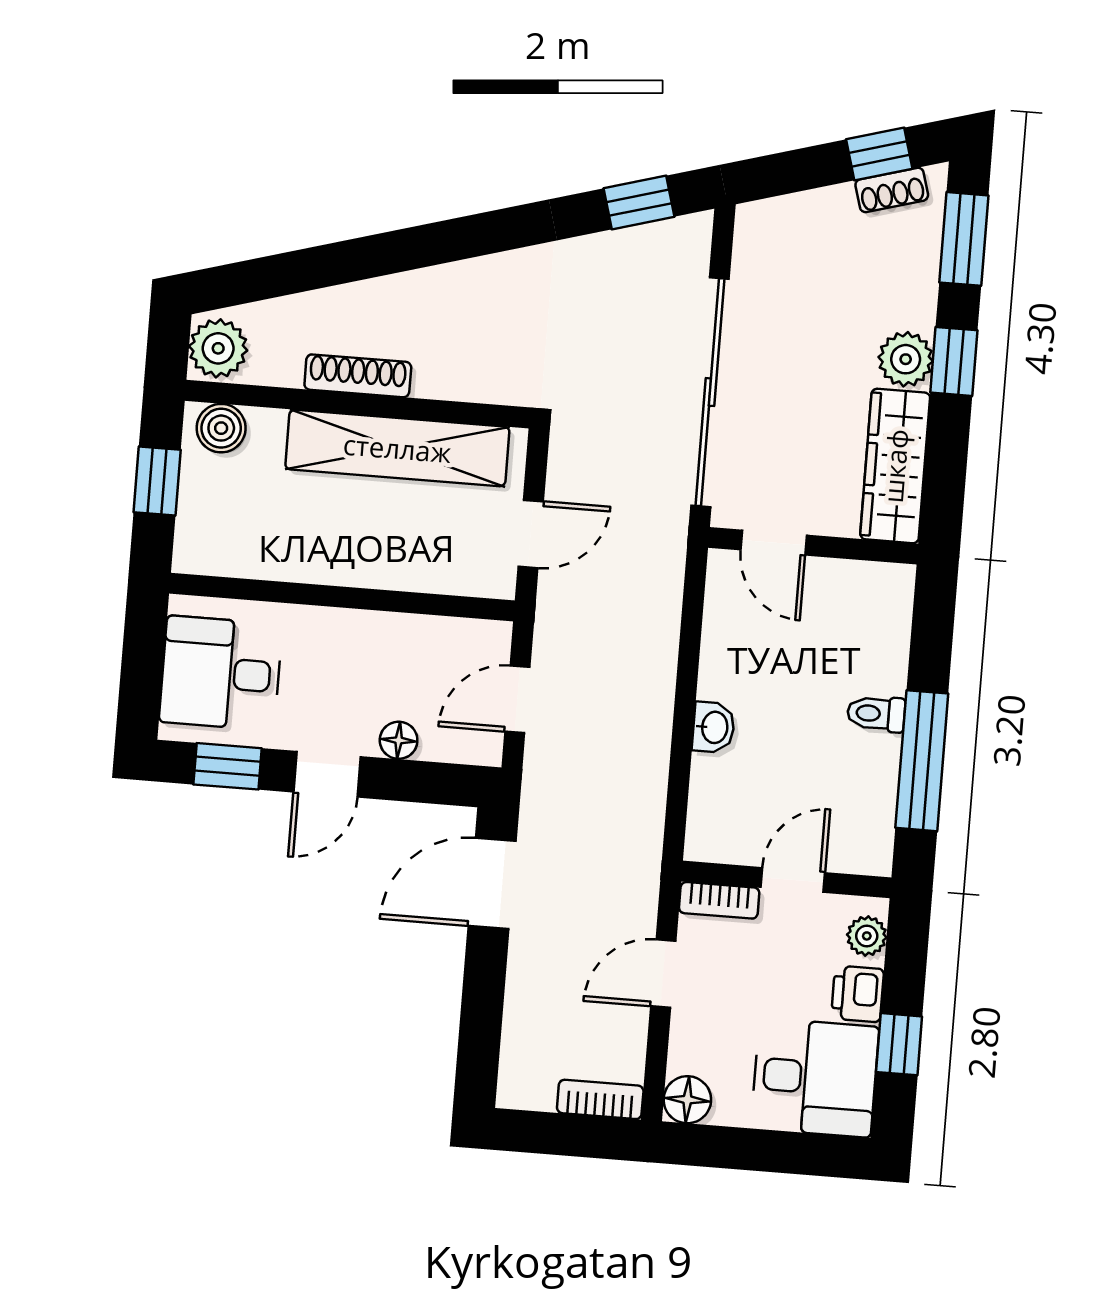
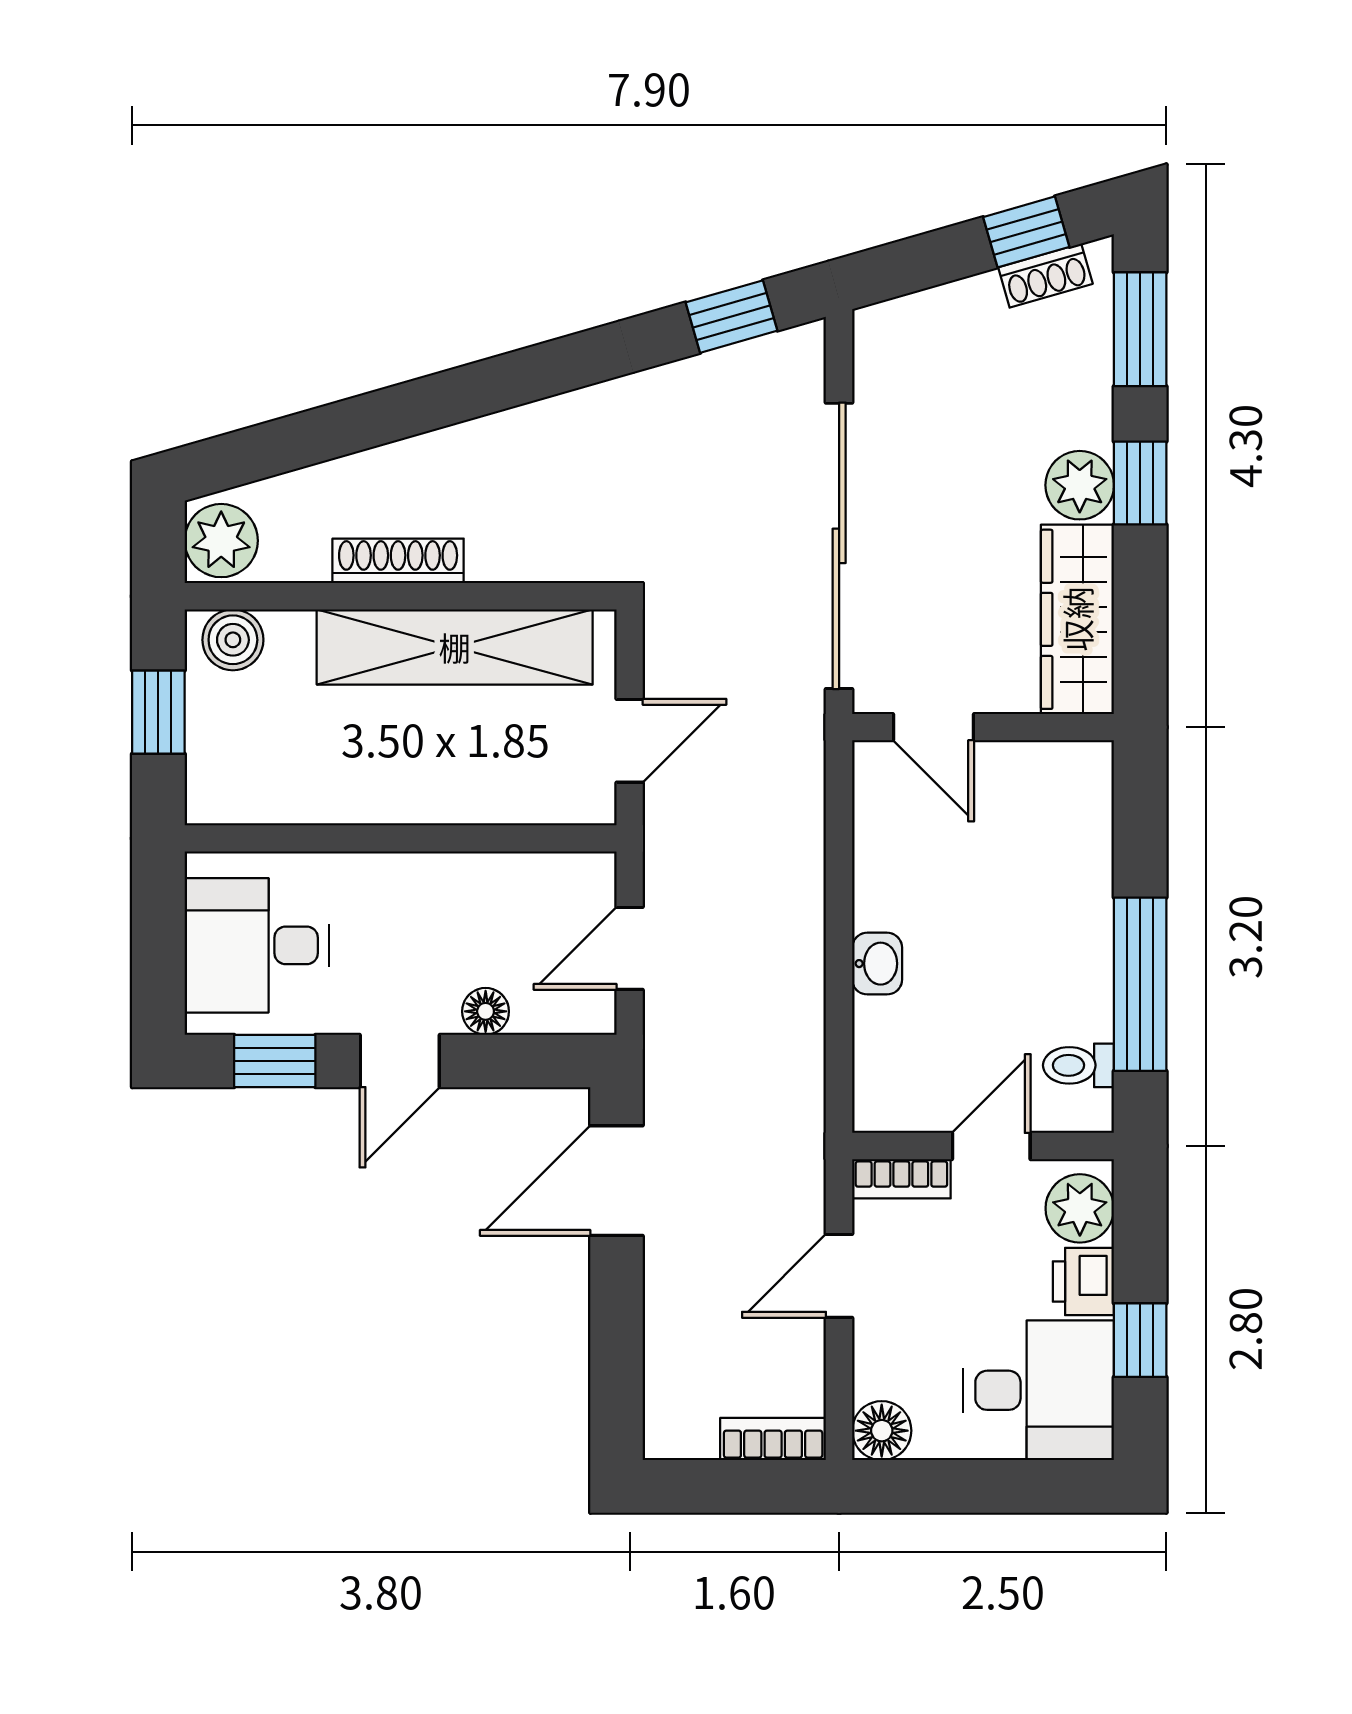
toilet: (876, 714) -> (1078, 1065), moved
plant: (867, 936) -> (1080, 1208), width x1.38, depth x1.38

